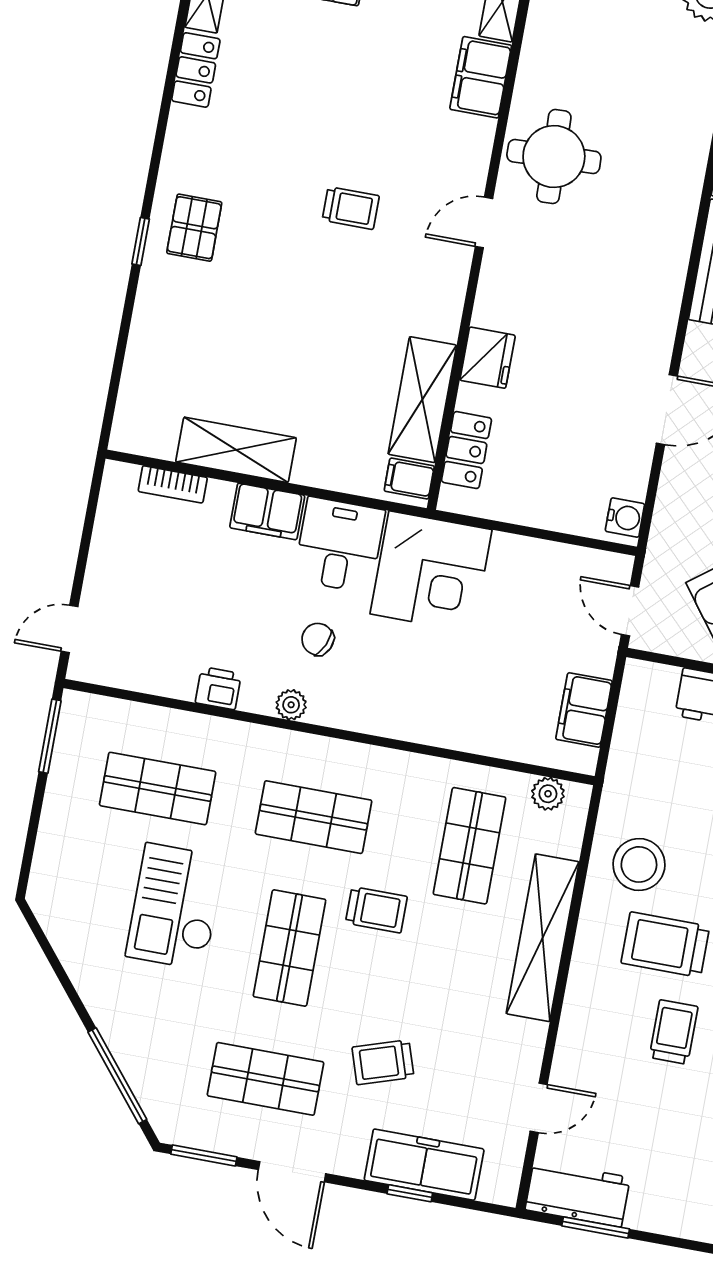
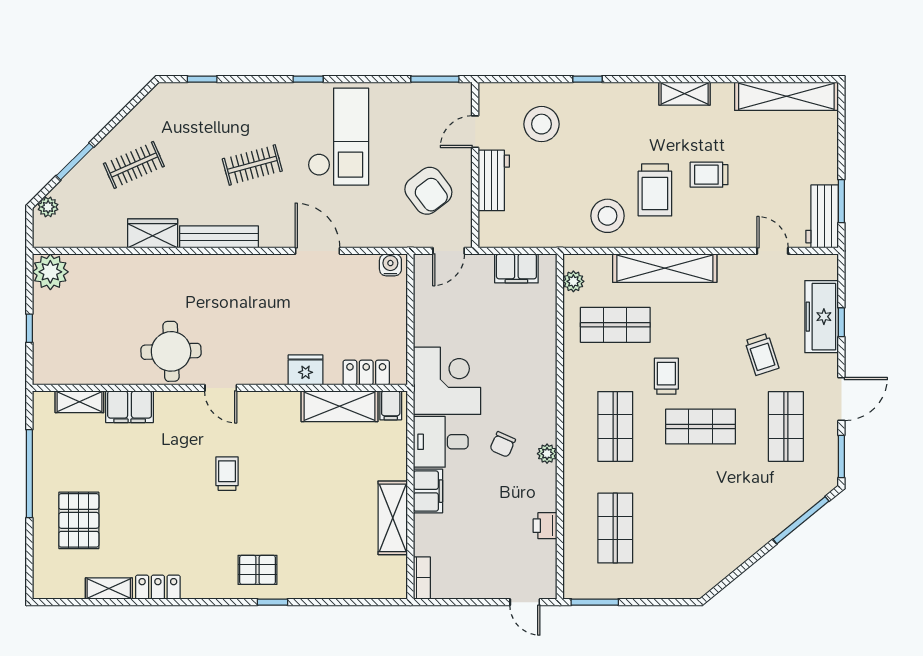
bookcase: (173, 484) -> (422, 578), moved
printer: (218, 688) -> (545, 526), moved
checkout: (175, 907) -> (688, 503), removed

